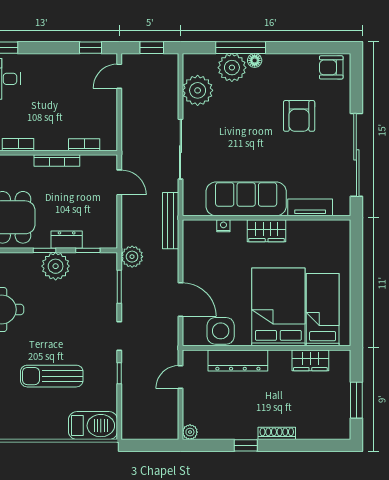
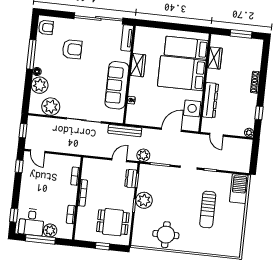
window: (241, 48) -> (31, 54), moved
armchair: (331, 67) -> (46, 27), turned -90
door: (119, 182) -> (119, 160), moved
tv unit: (310, 207) -> (127, 38), moved
wardrobe: (267, 231) -> (138, 65), moved
dresser: (67, 240) -> (131, 179), moved
window: (246, 445) -> (259, 113), moved

